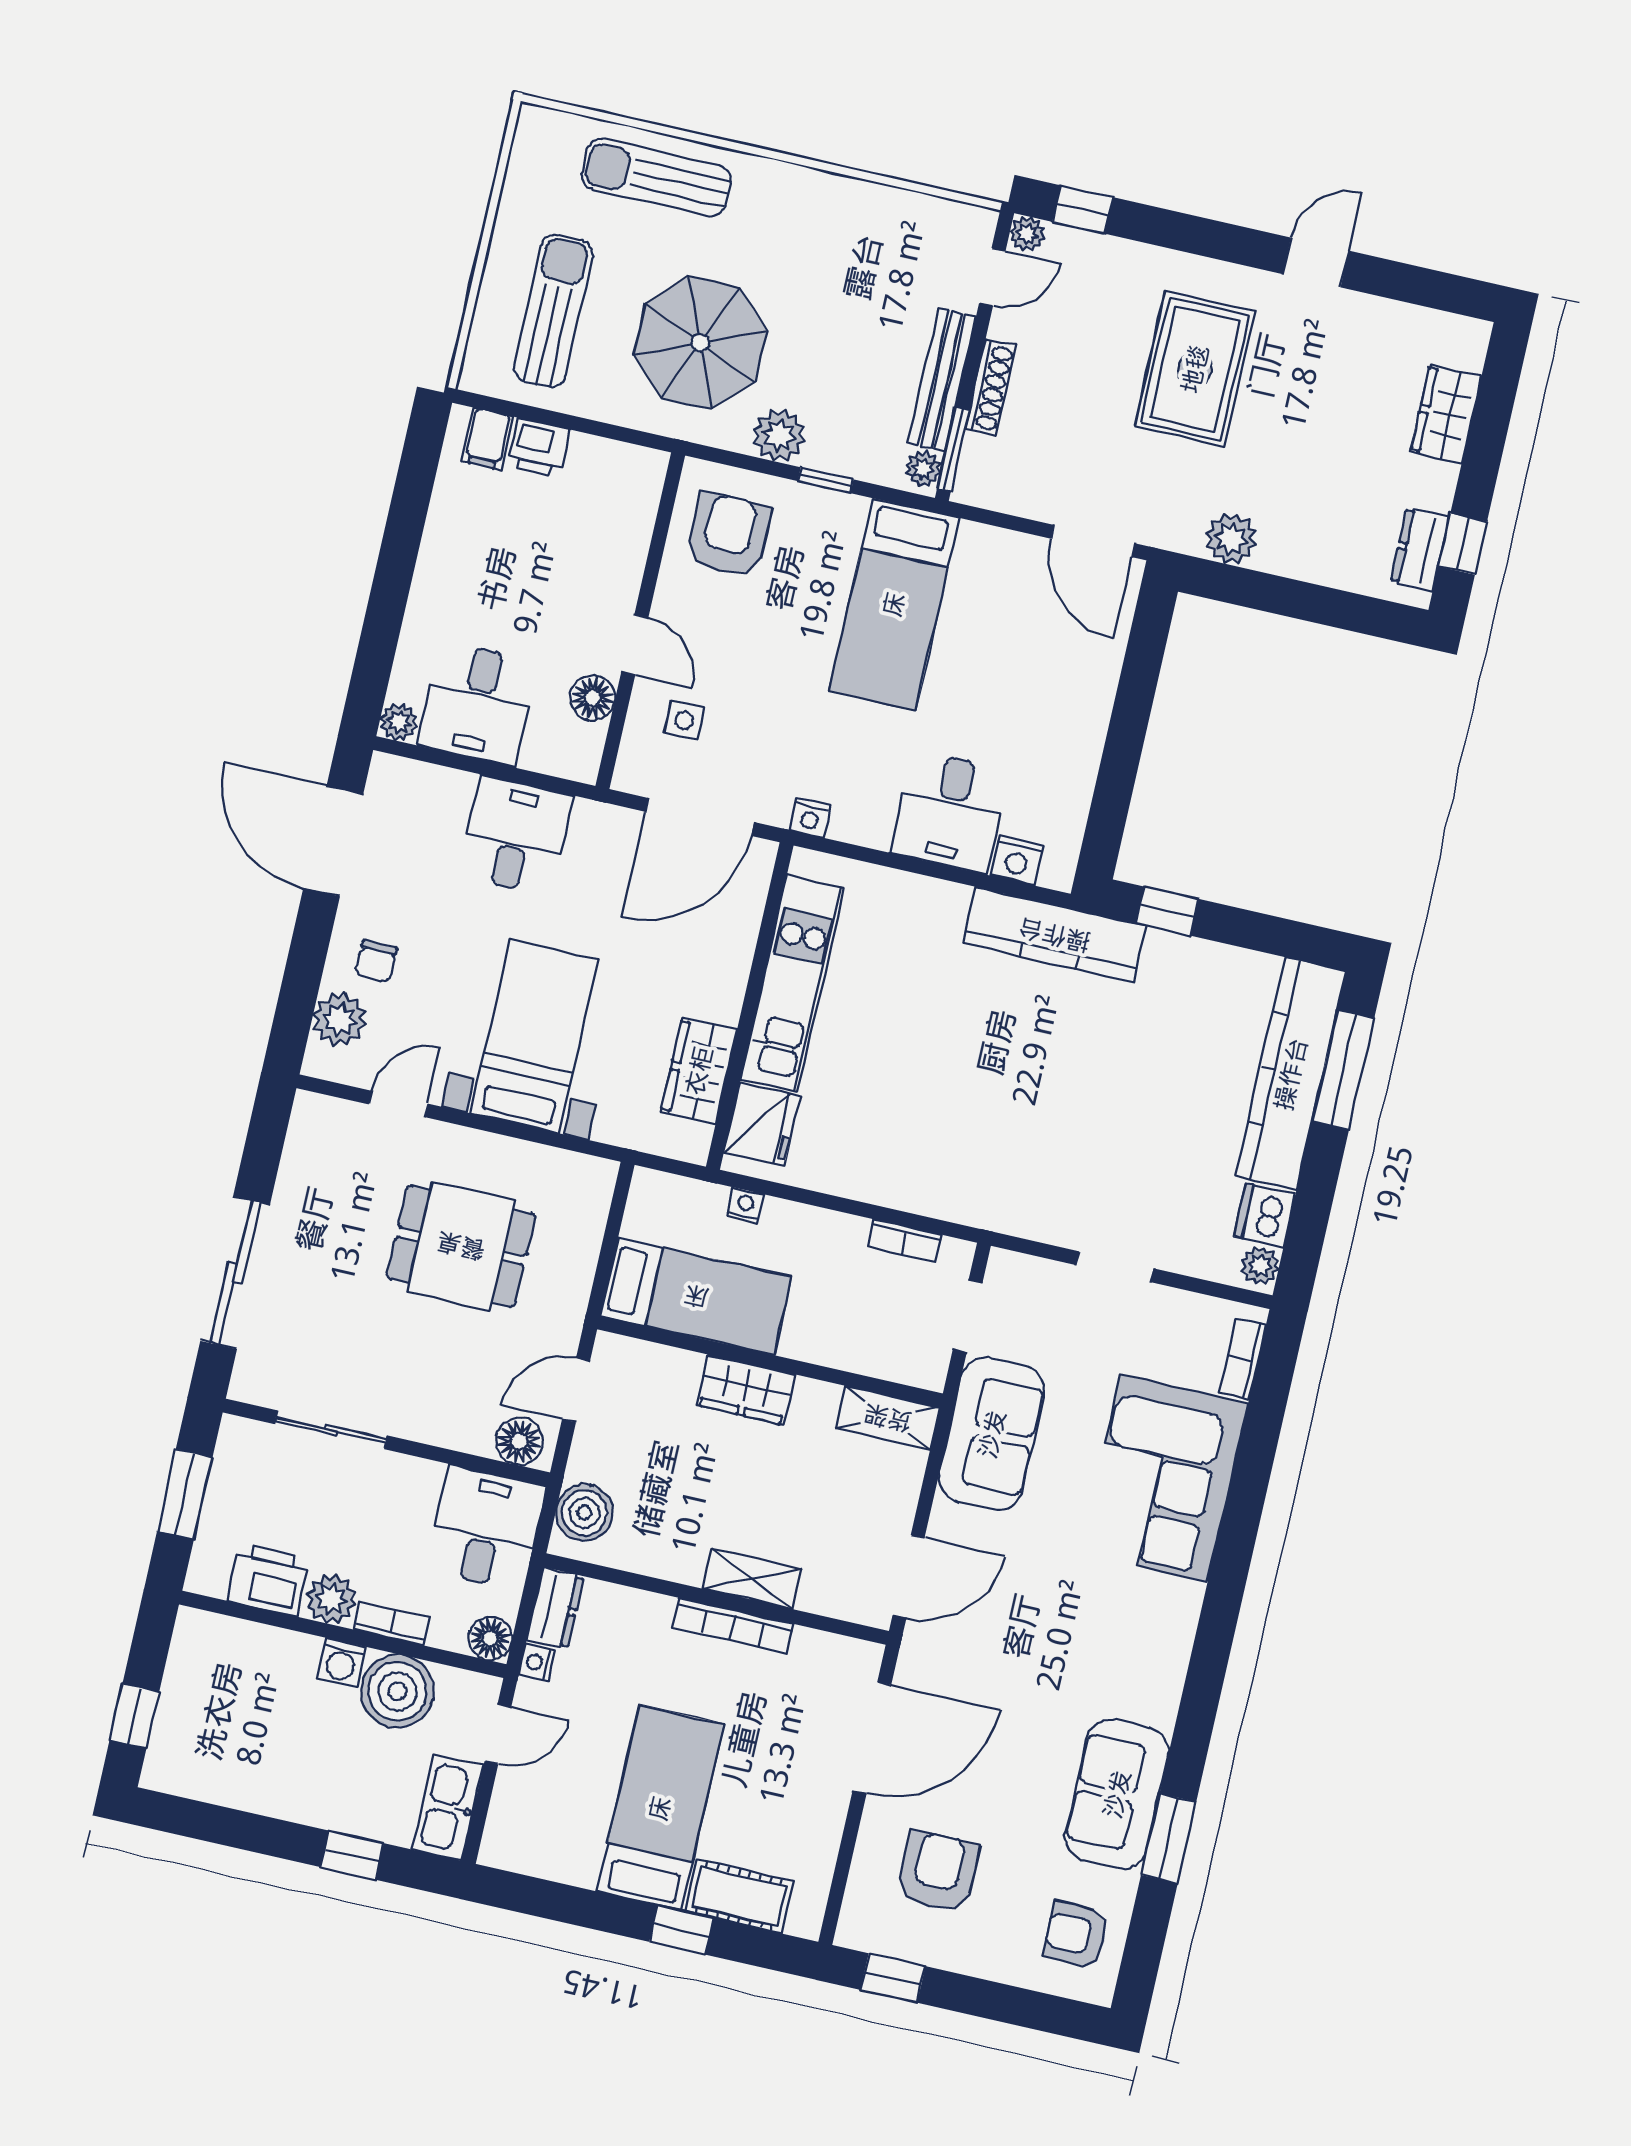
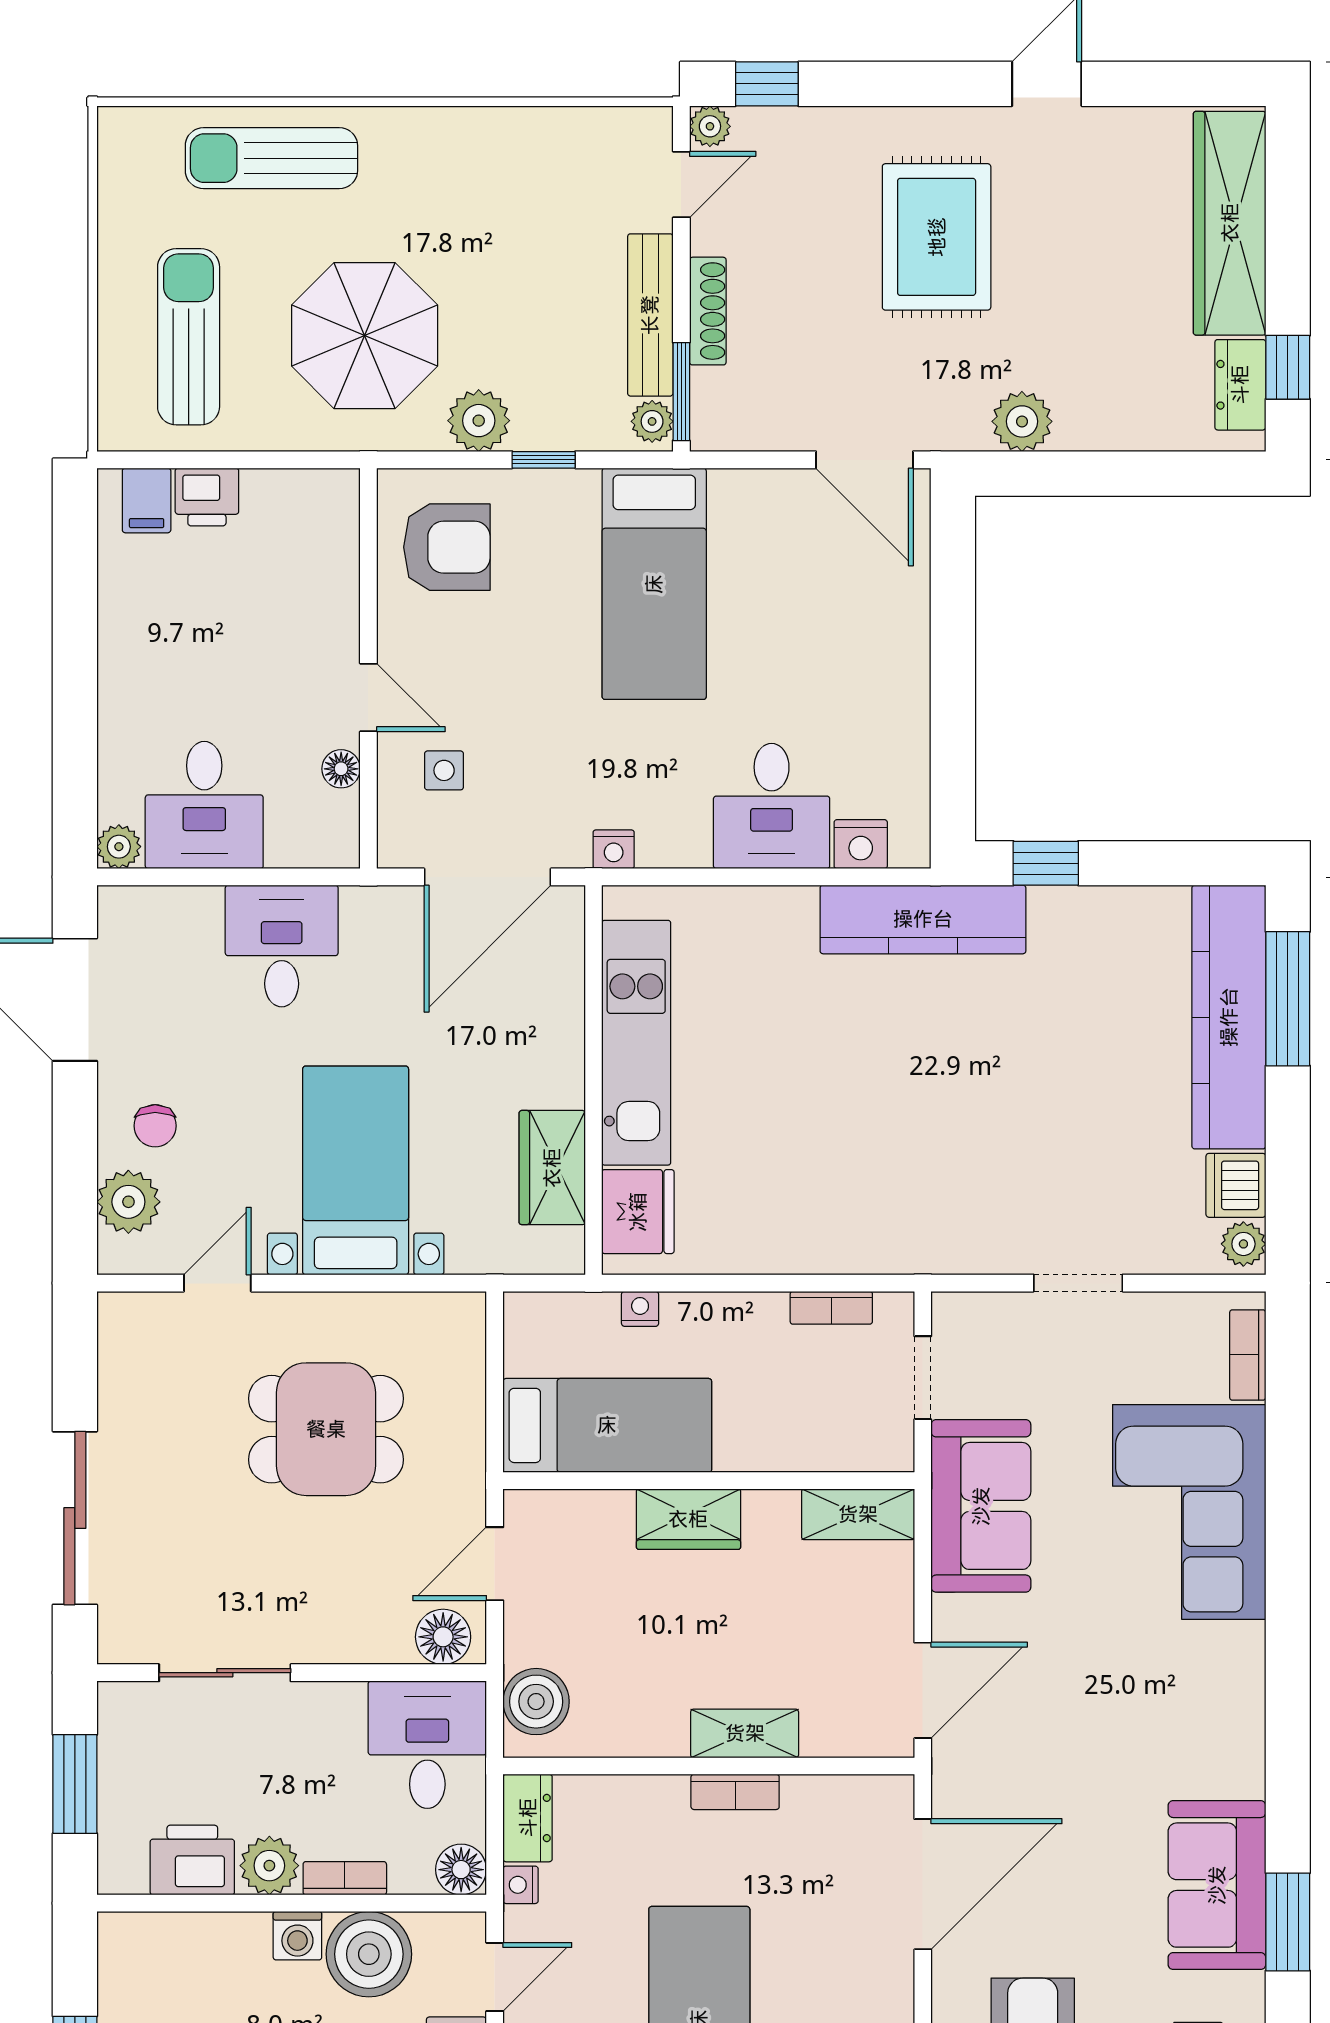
wardrobe: (1446, 414) -> (1230, 223), width x2.10, depth x1.17
armchair: (728, 535) -> (447, 547), turned 90
floor lamp: (593, 698) -> (341, 769), width x0.73, depth x0.73
bookcase: (733, 1626) -> (735, 1792), width x0.64

